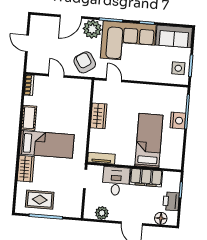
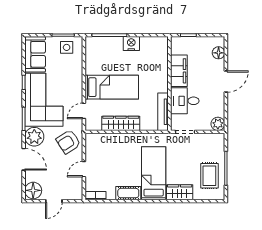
floor lamp: (39, 24) -> (33, 190), added
wardrobe: (99, 116) -> (121, 123), width x1.50
nightstand: (178, 121) -> (131, 44), moved
bed: (149, 141) -> (112, 87), moved, turned 180
tv unit: (101, 158) -> (163, 112), width x1.41
printer: (171, 201) -> (201, 44), removed
plant: (102, 213) -> (218, 124), moved

